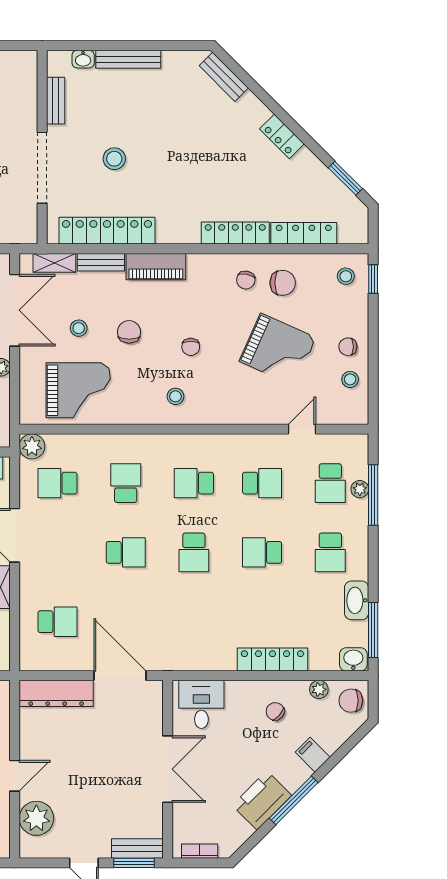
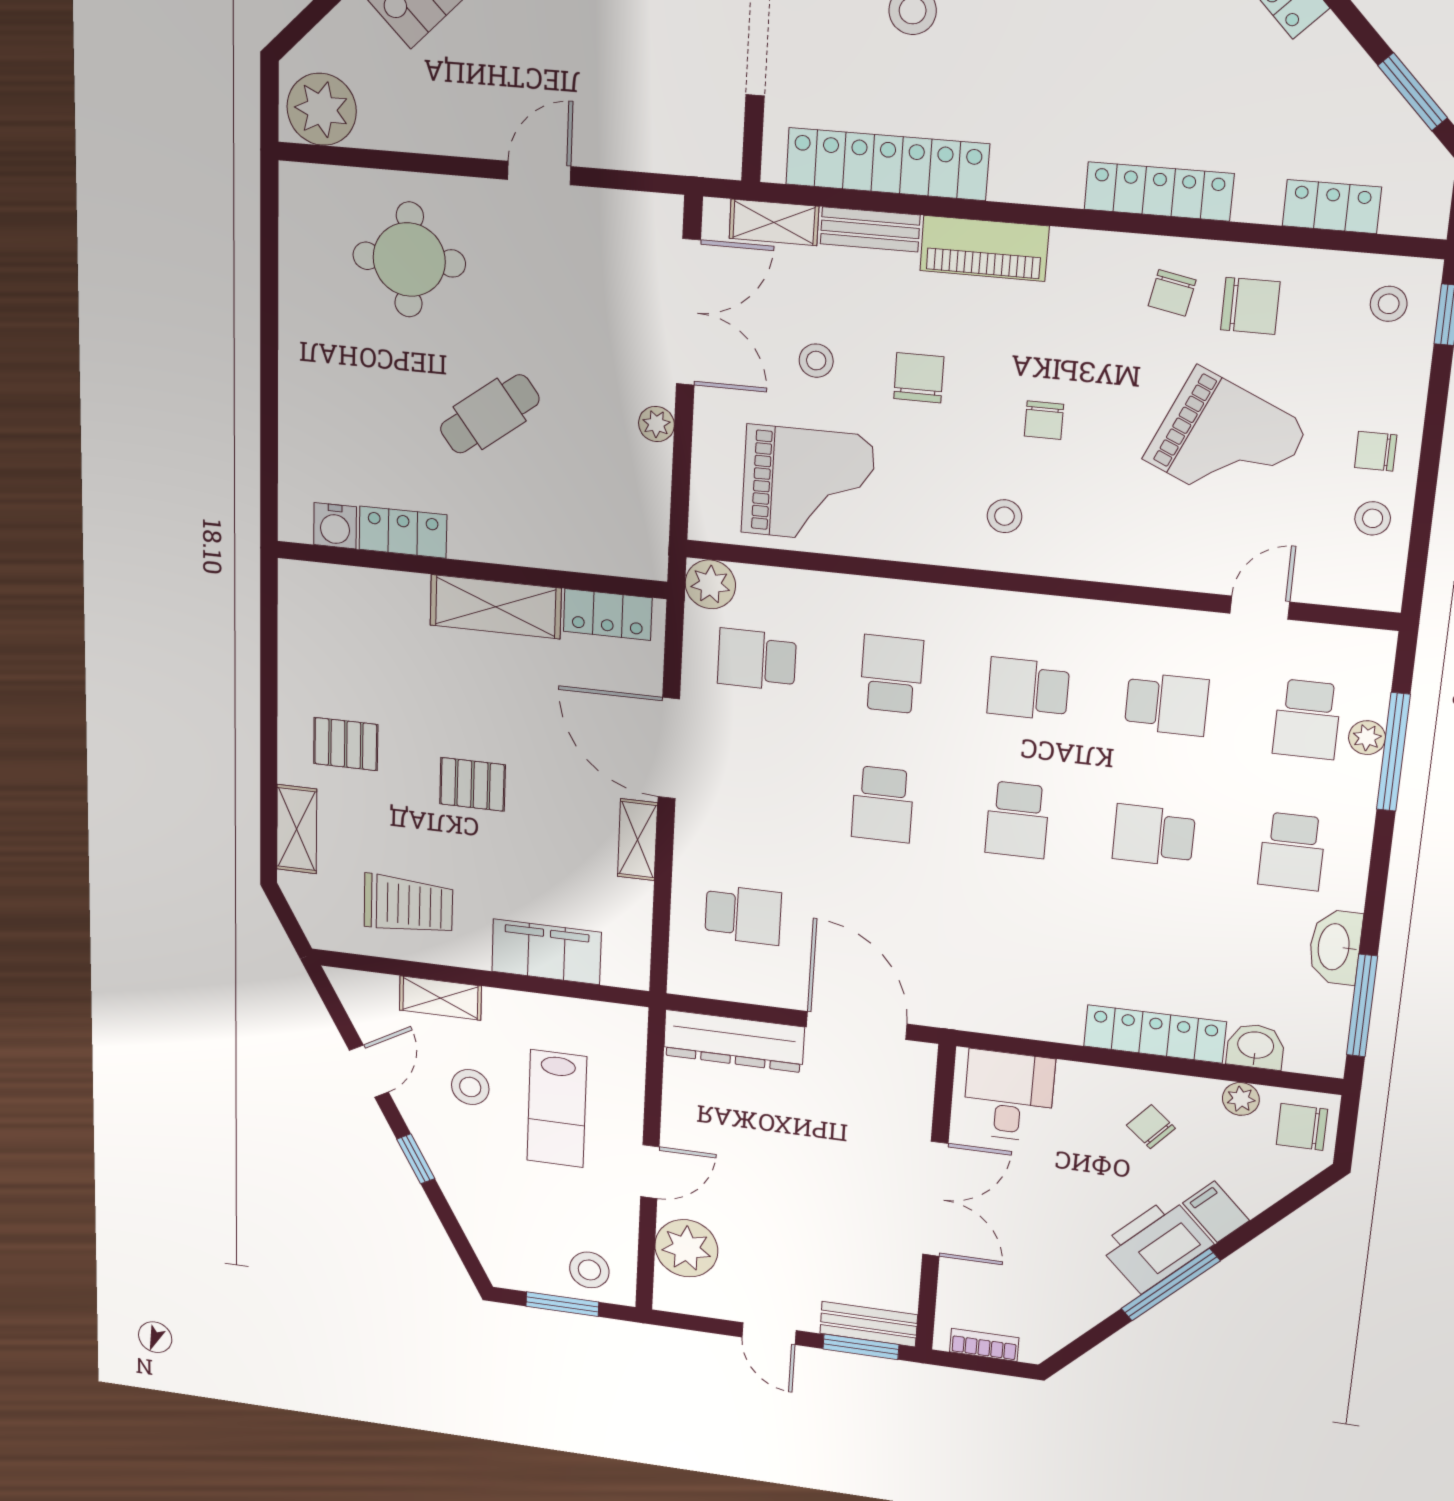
locker: (304, 233) -> (1332, 207), width x0.66
school desk: (126, 552) -> (883, 804), turned 90
washbasin: (353, 659) -> (1256, 1046), moved
printer: (262, 800) -> (1156, 1245), moved

